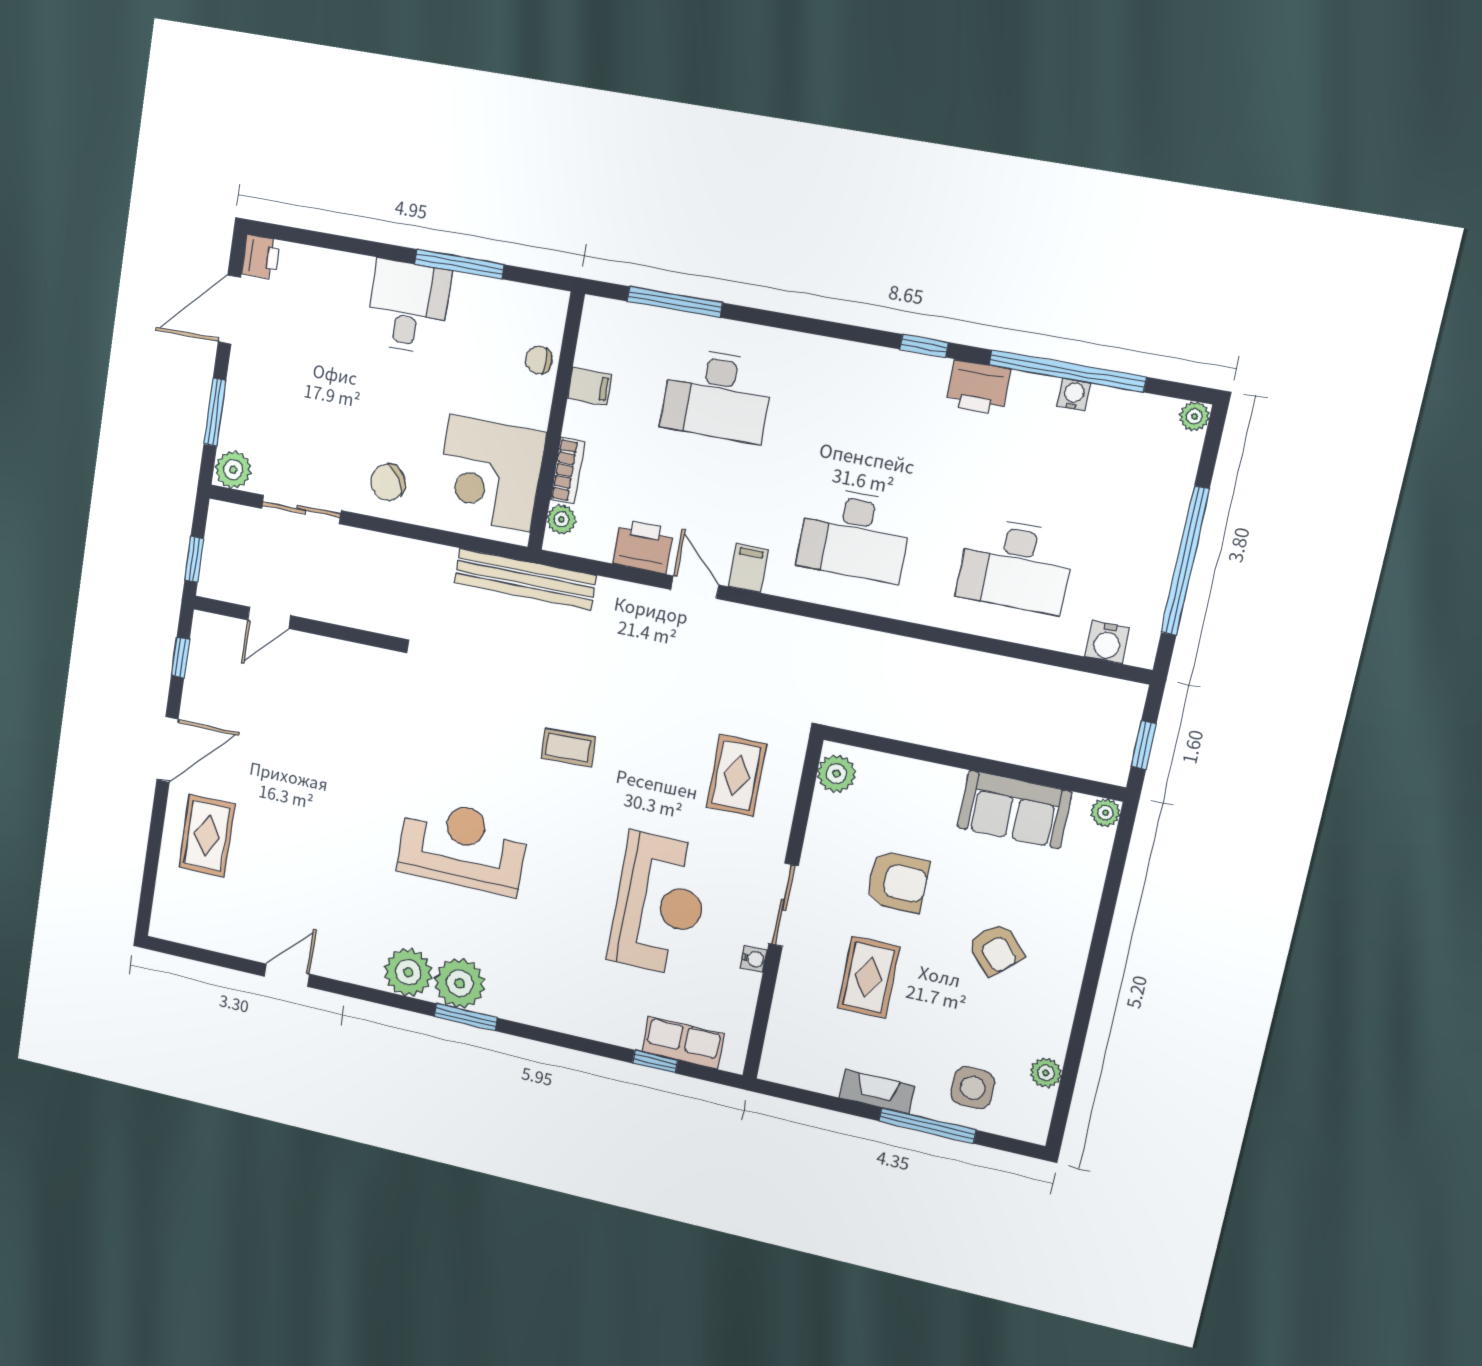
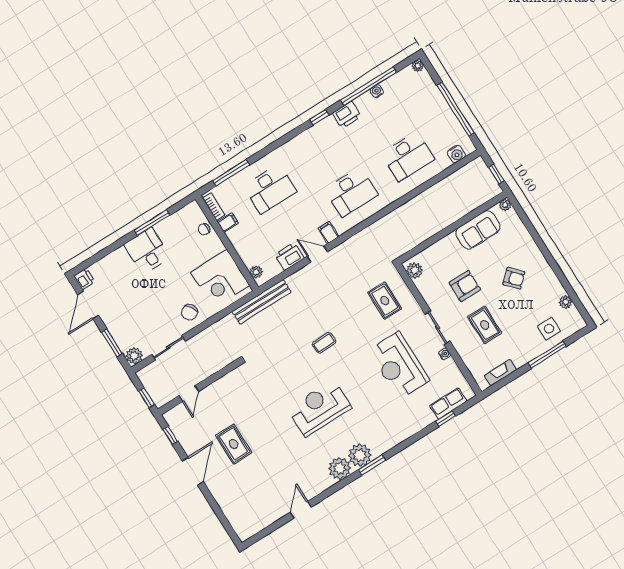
bookcase: (567, 471) -> (214, 207), moved
rug: (207, 836) -> (234, 444), moved
reception desk: (659, 904) -> (399, 365), turned 180
fireplace: (877, 1092) -> (501, 373), moved

